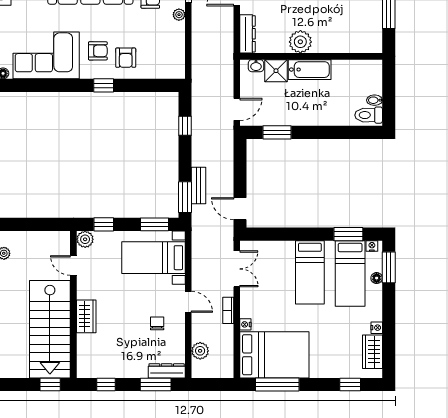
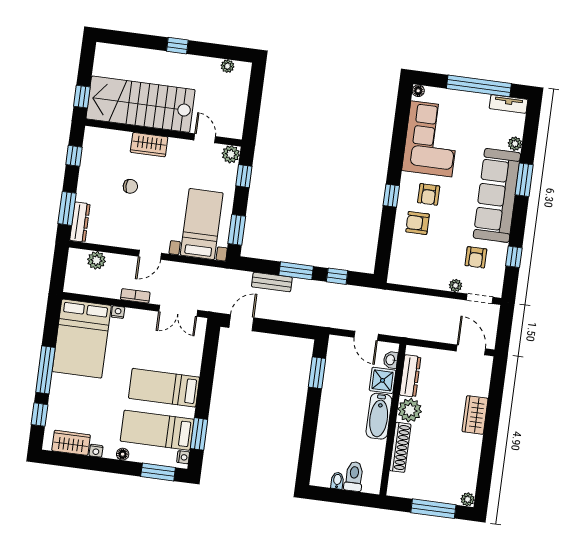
dresser: (248, 34) -> (410, 376), moved, turned -90
shoe rack: (336, 46) -> (400, 447), added
door: (237, 109) -> (366, 336), moved
toilet: (369, 115) -> (354, 476), moved
window: (185, 197) -> (296, 271), moved
door: (73, 265) -> (205, 138), hinge flipped
floor lamp: (377, 278) -> (123, 454), moved
chair: (157, 323) -> (130, 186), moved
window: (277, 385) -> (45, 370), moved

